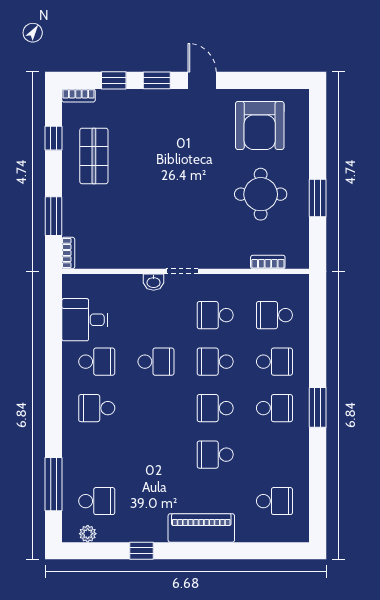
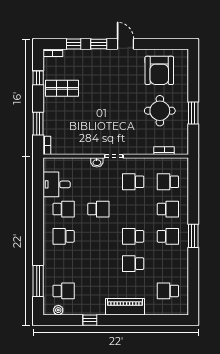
shop shelf: (94, 156) -> (62, 88), turned 90
school desk: (215, 362) -> (133, 209), removed
school desk: (274, 501) -> (168, 291), turned 180

